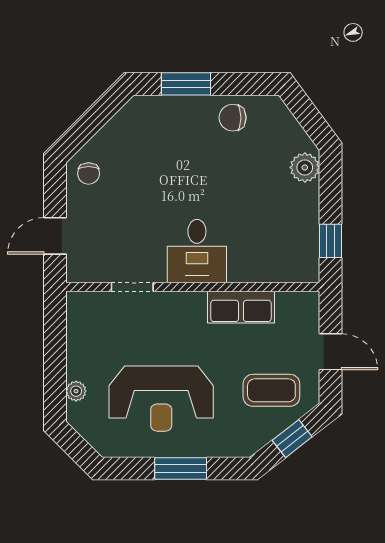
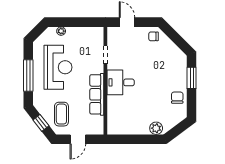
window: (330, 241) -> (125, 139), removed
row of seats: (241, 307) -> (97, 94), width x1.48
reception desk: (161, 399) -> (58, 67), turned 180
window: (181, 468) -> (28, 75), width x1.44

